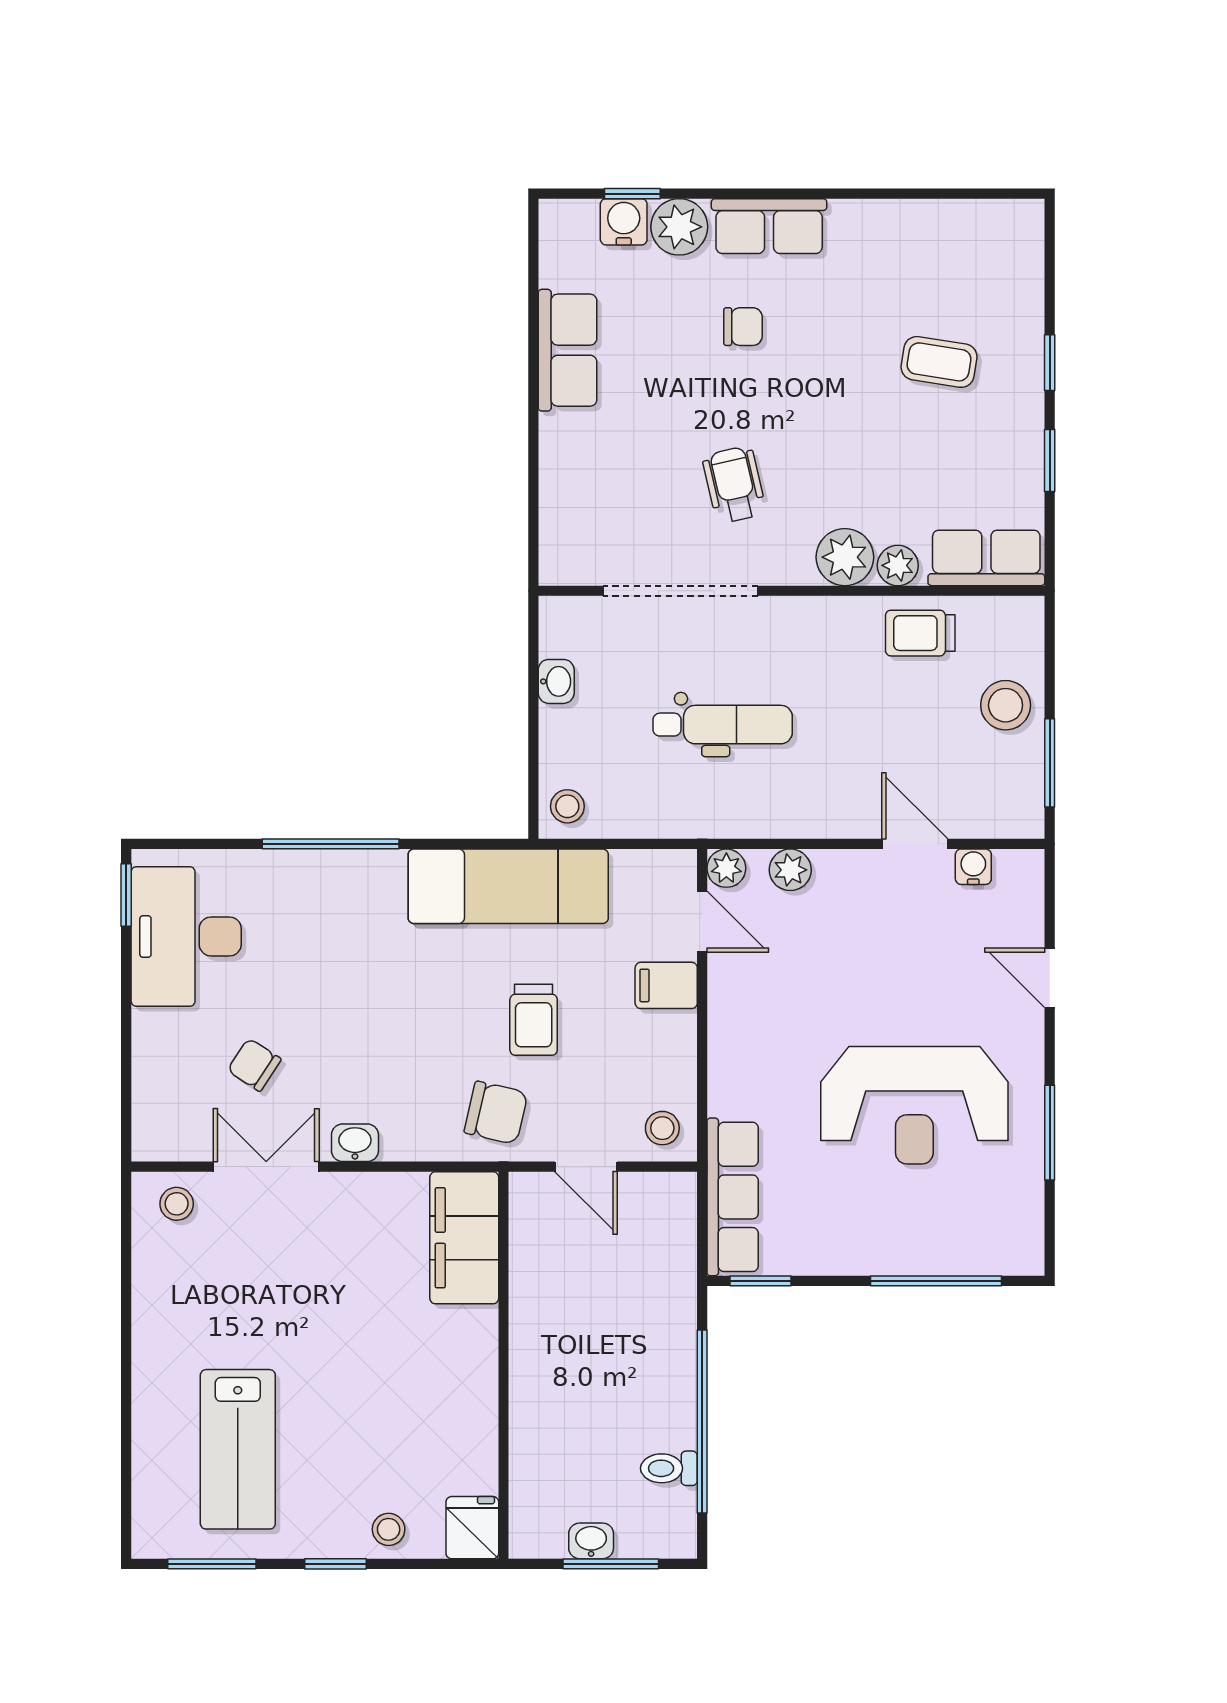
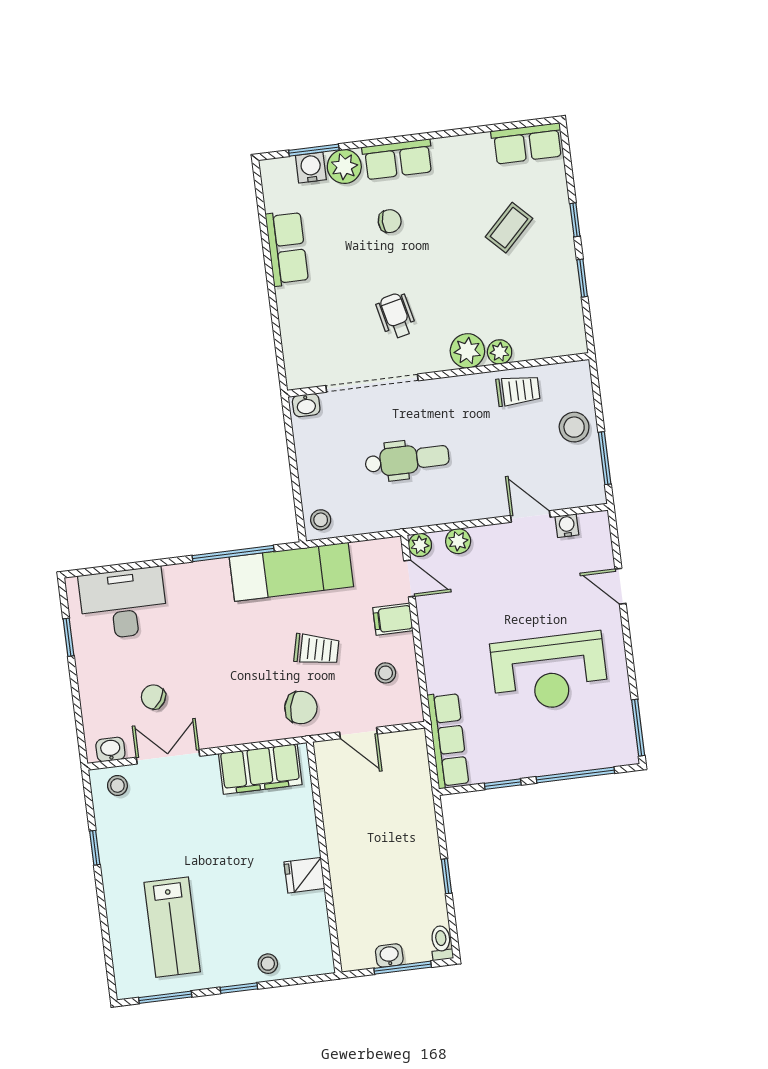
window: (632, 194) -> (314, 150), width x1.50
coffee table: (939, 362) -> (509, 228), turned -54
row of seats: (986, 558) -> (527, 143), moved, turned 180
trolley: (920, 633) -> (518, 390), turned 180
washbasin: (556, 681) -> (306, 405), moved, turned 90
window: (331, 844) -> (233, 553), moved
window: (126, 895) -> (69, 637), moved
desk: (186, 936) -> (123, 603), moved, turned 90
trolley: (534, 1020) -> (316, 649), turned -77
stool: (662, 1128) -> (386, 673), moved
window: (1050, 1133) -> (638, 728), moved
washbasin: (355, 1143) -> (110, 749), moved
filing cabinet: (464, 1238) -> (260, 769), moved, turned -90
window: (760, 1281) -> (503, 784), moved
window: (126, 1302) -> (95, 848), added
window: (702, 1422) -> (447, 876), width x0.32
toilet: (669, 1468) -> (441, 943), moved, turned 90
fridge: (472, 1528) -> (304, 875), moved, turned -90

